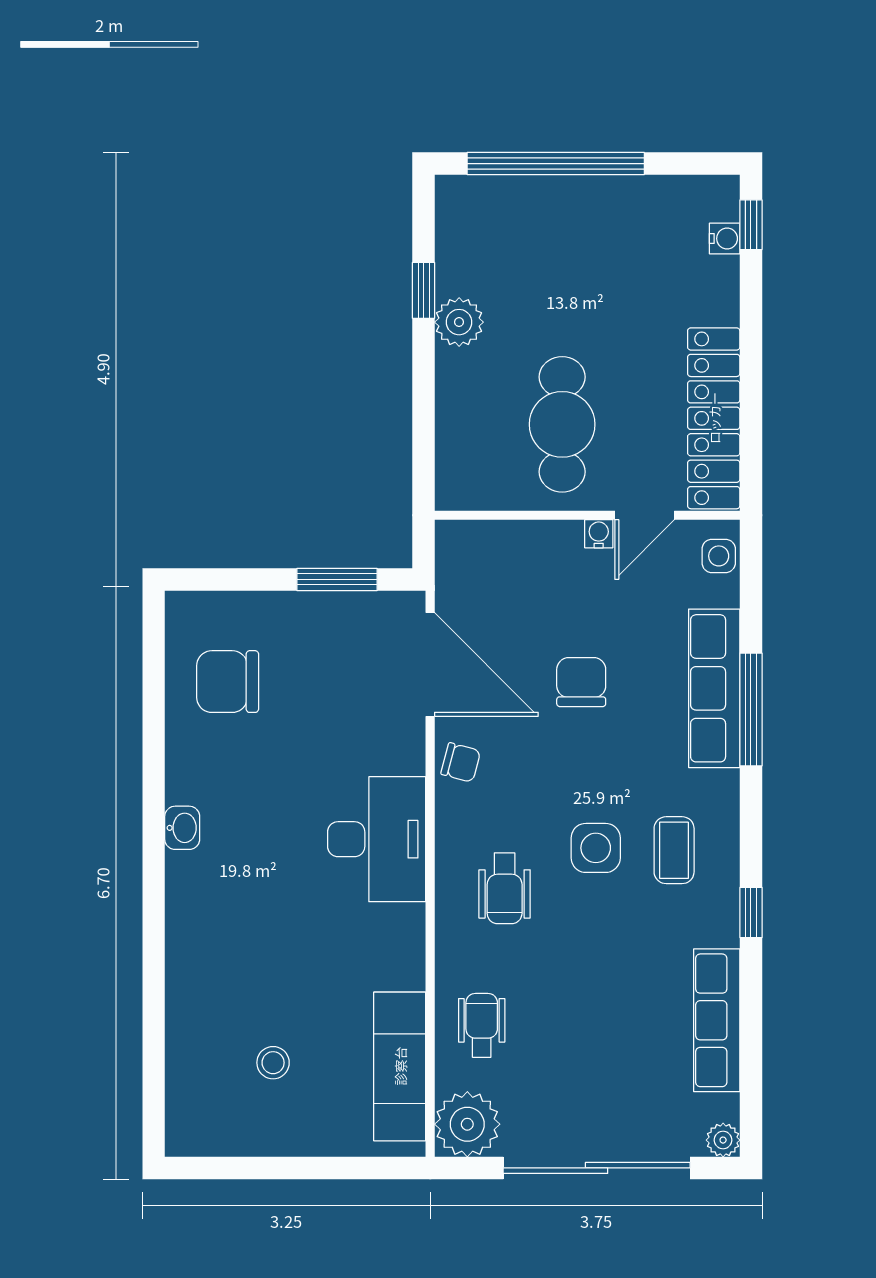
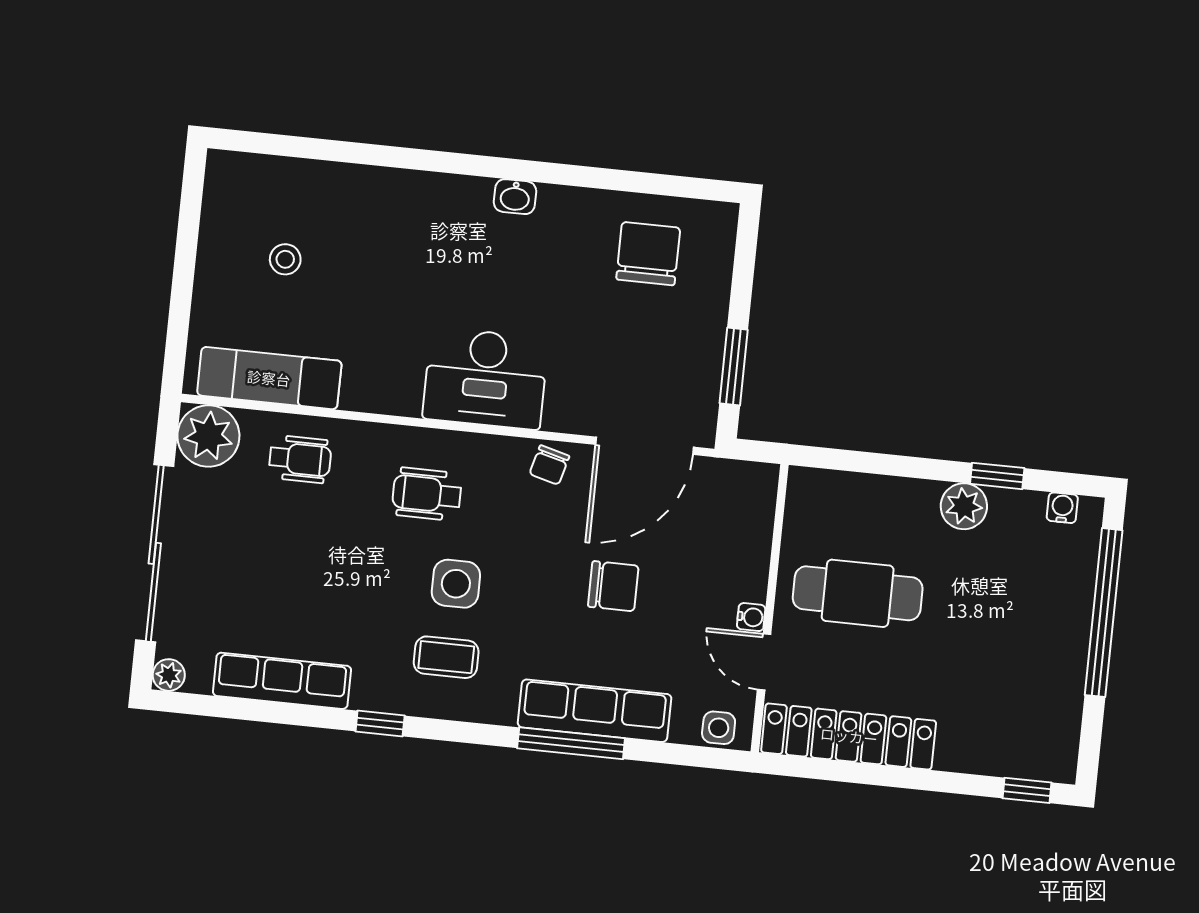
water cooler: (725, 239) -> (1062, 508), moved, turned 180

